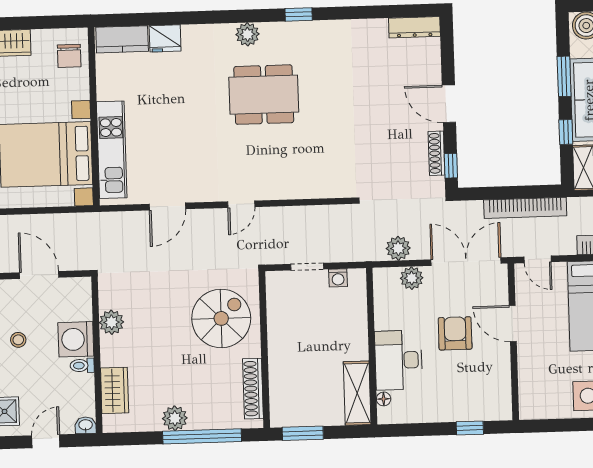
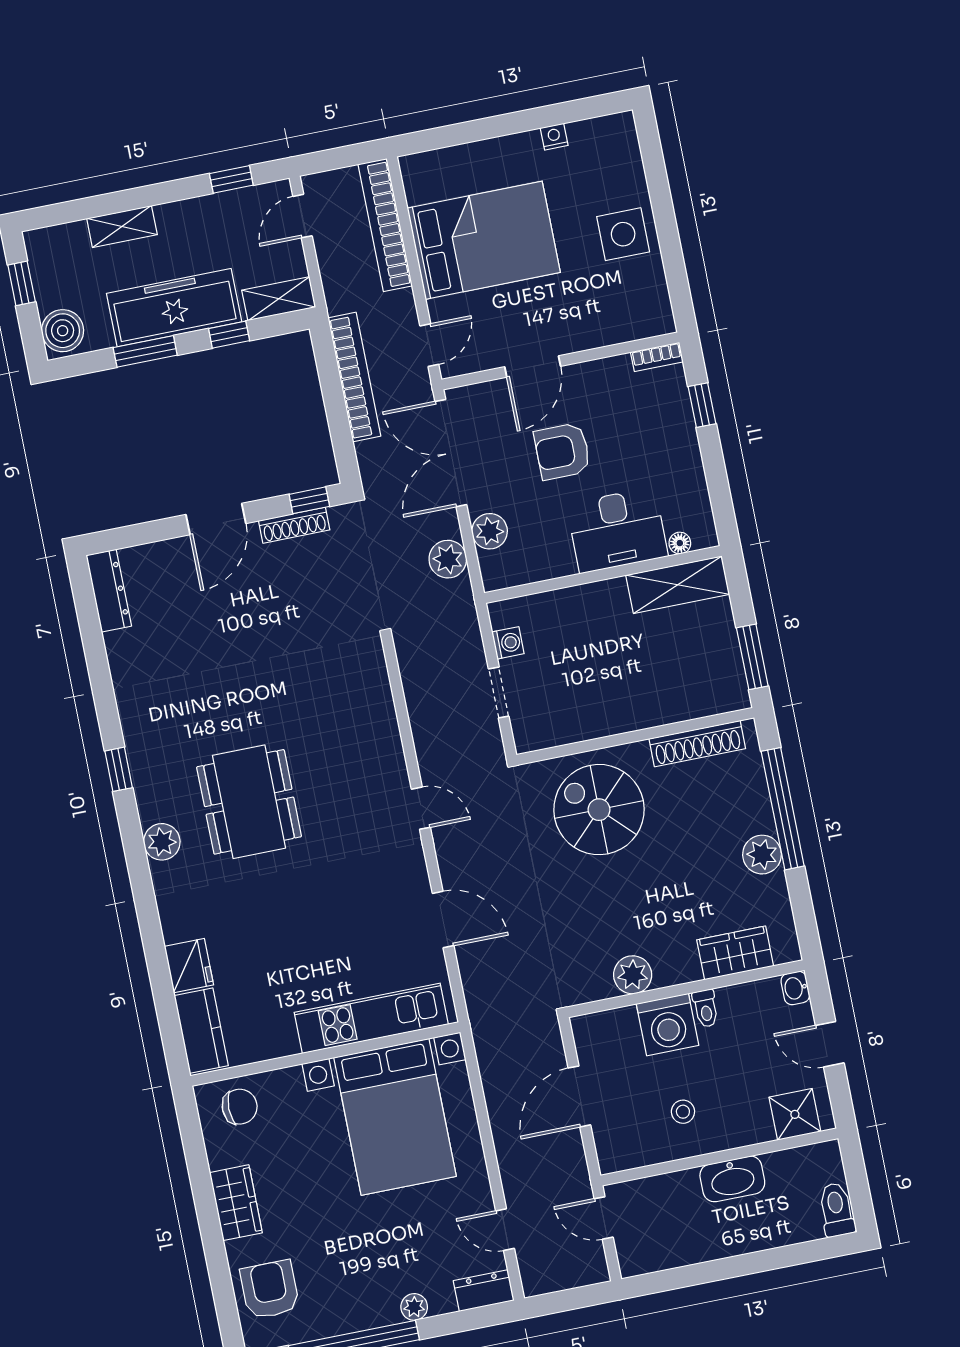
bookcase: (506, 404) -> (657, 357), added

